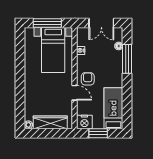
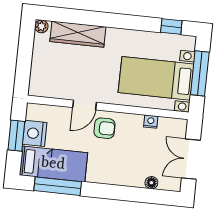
window: (20, 44) -> (171, 26), added
window: (127, 59) -> (58, 186), moved
wardrobe: (50, 122) -> (78, 34), moved, turned 90
nightstand: (84, 122) -> (35, 133), moved

